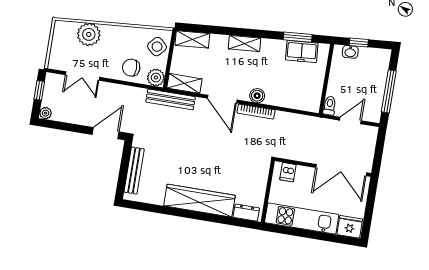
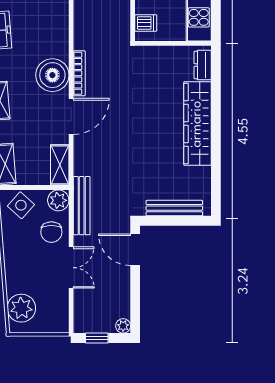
plant: (89, 34) -> (21, 308), moved
double door: (82, 76) -> (71, 268), moved
boiler: (257, 96) -> (52, 75), width x1.86, depth x1.86
bench: (170, 99) -> (82, 206), moved

